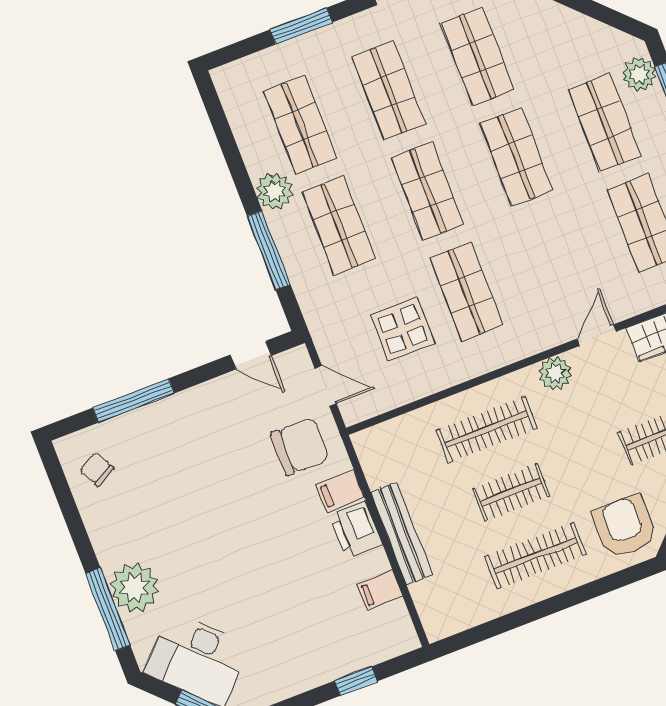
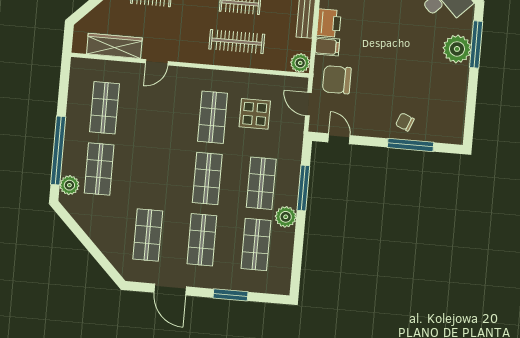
shop shelf: (516, 157) -> (153, 174), removed
plant: (555, 373) -> (300, 63), moved
chair: (97, 469) -> (405, 122), moved, turned 140

